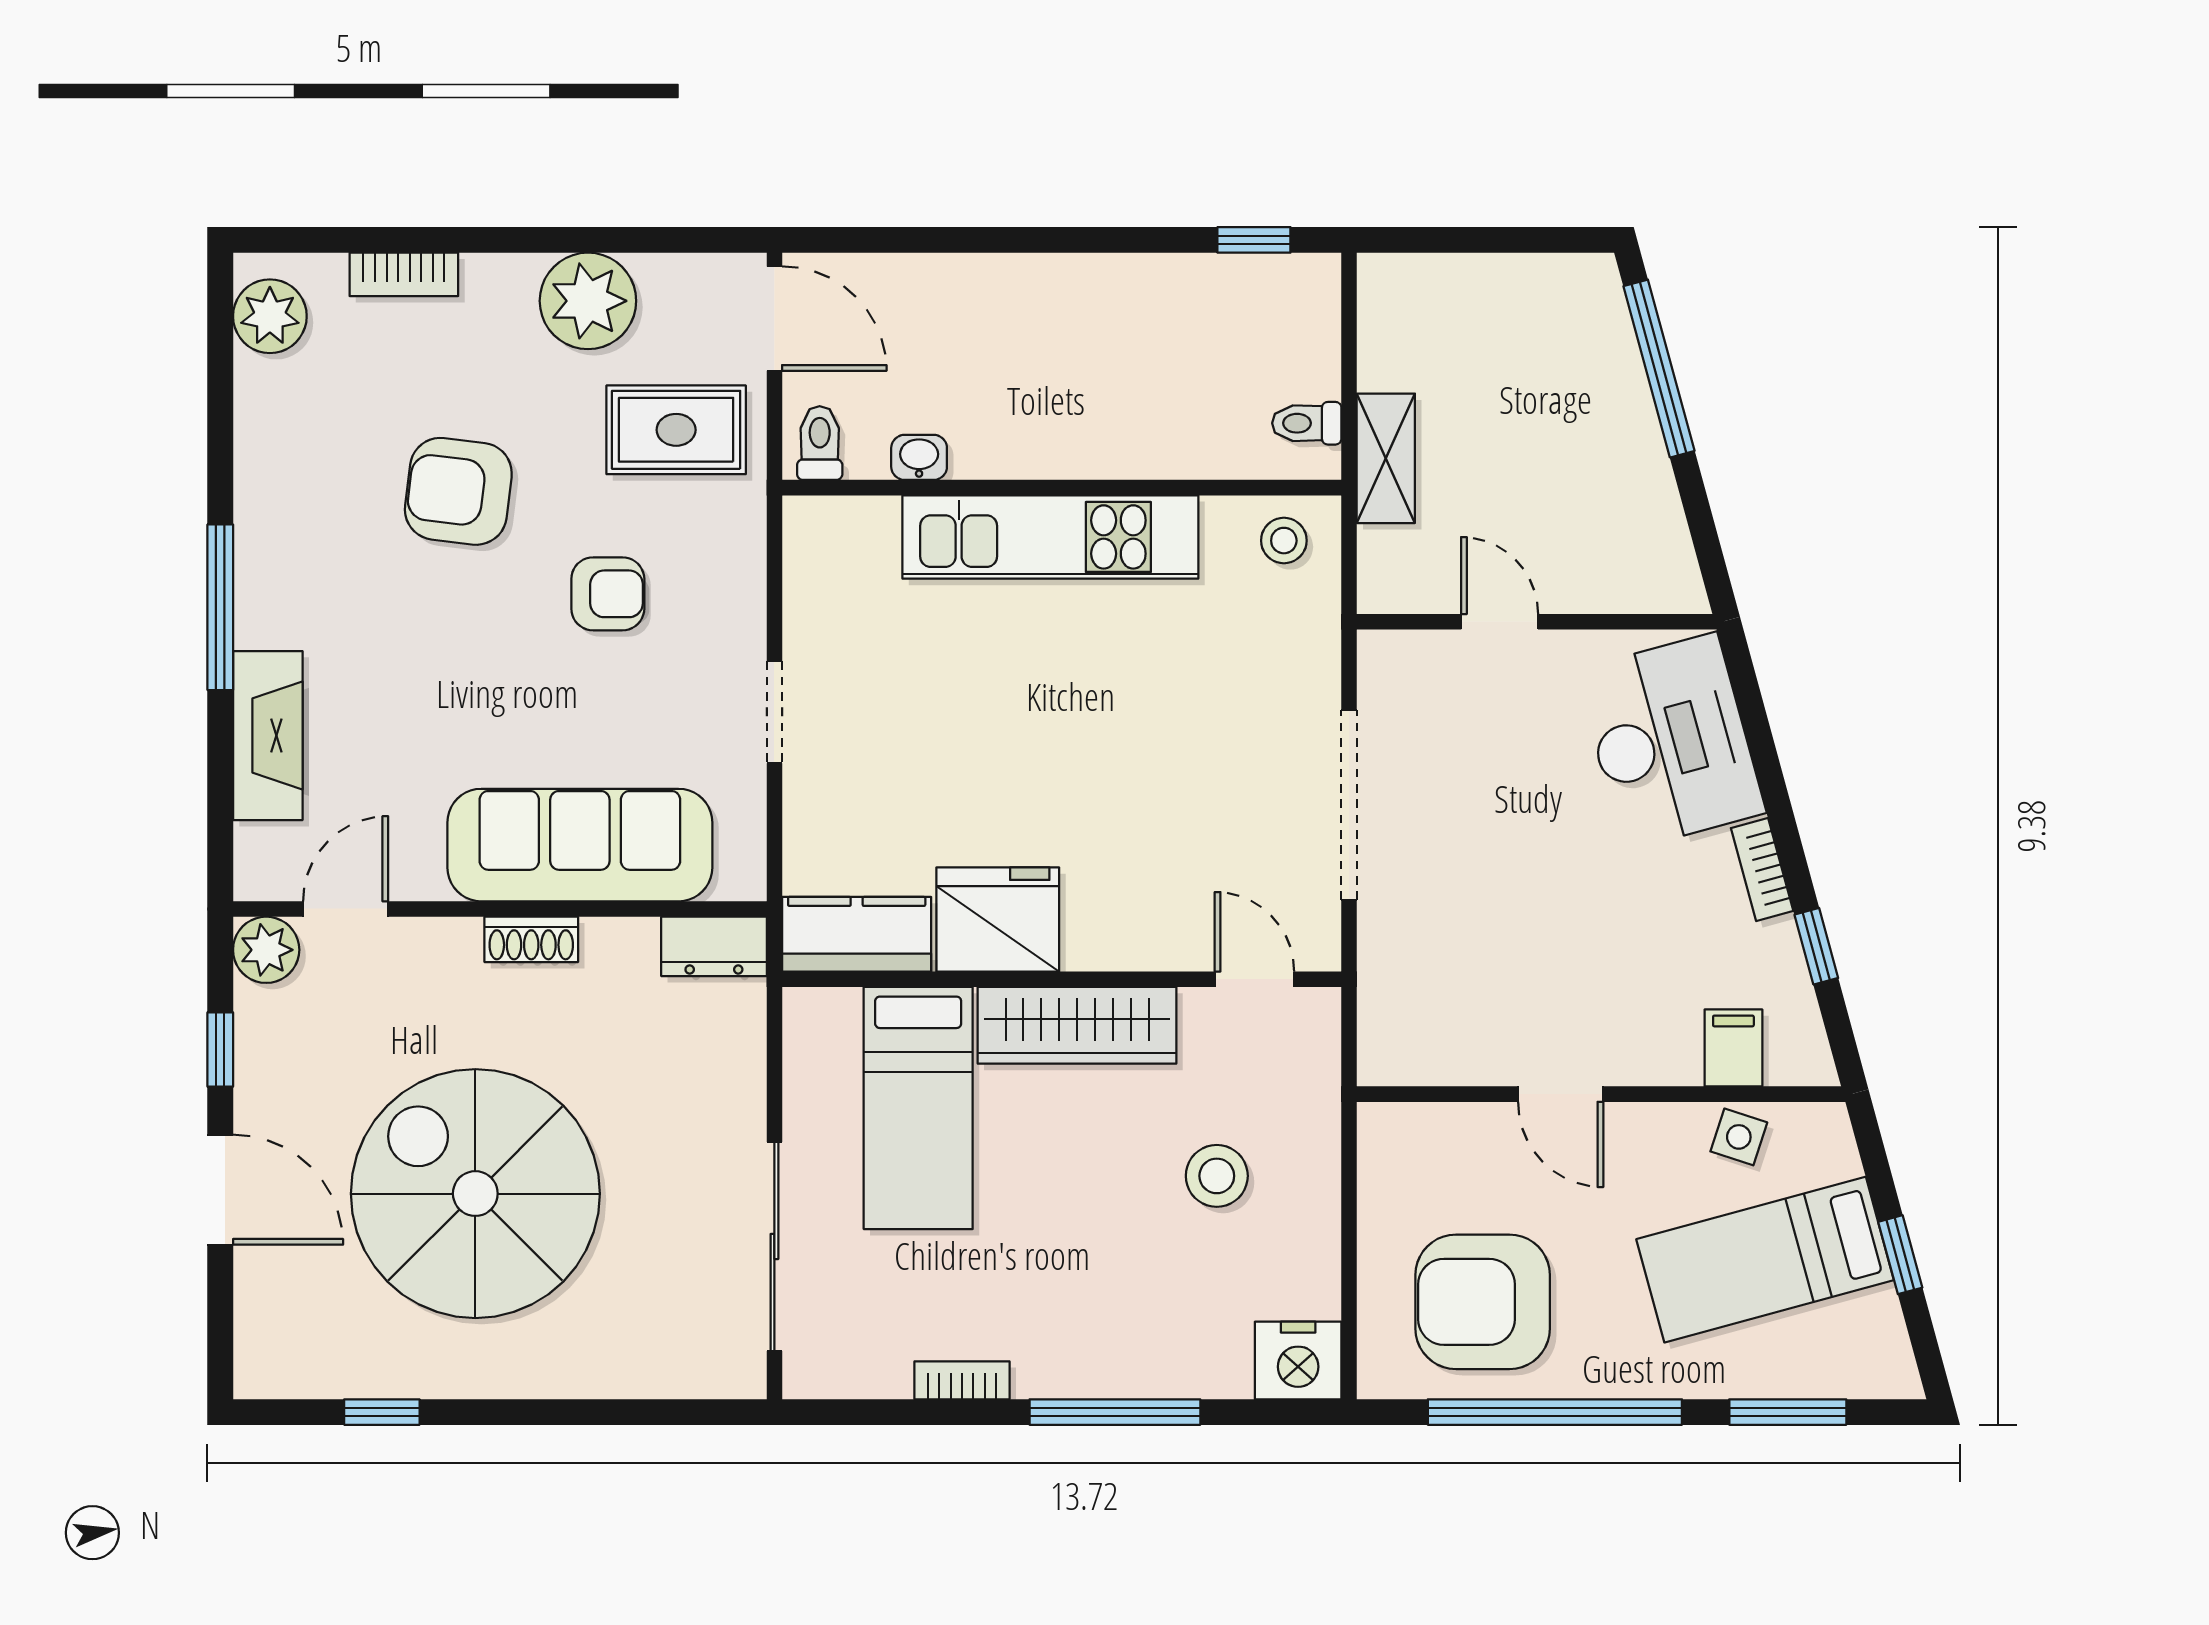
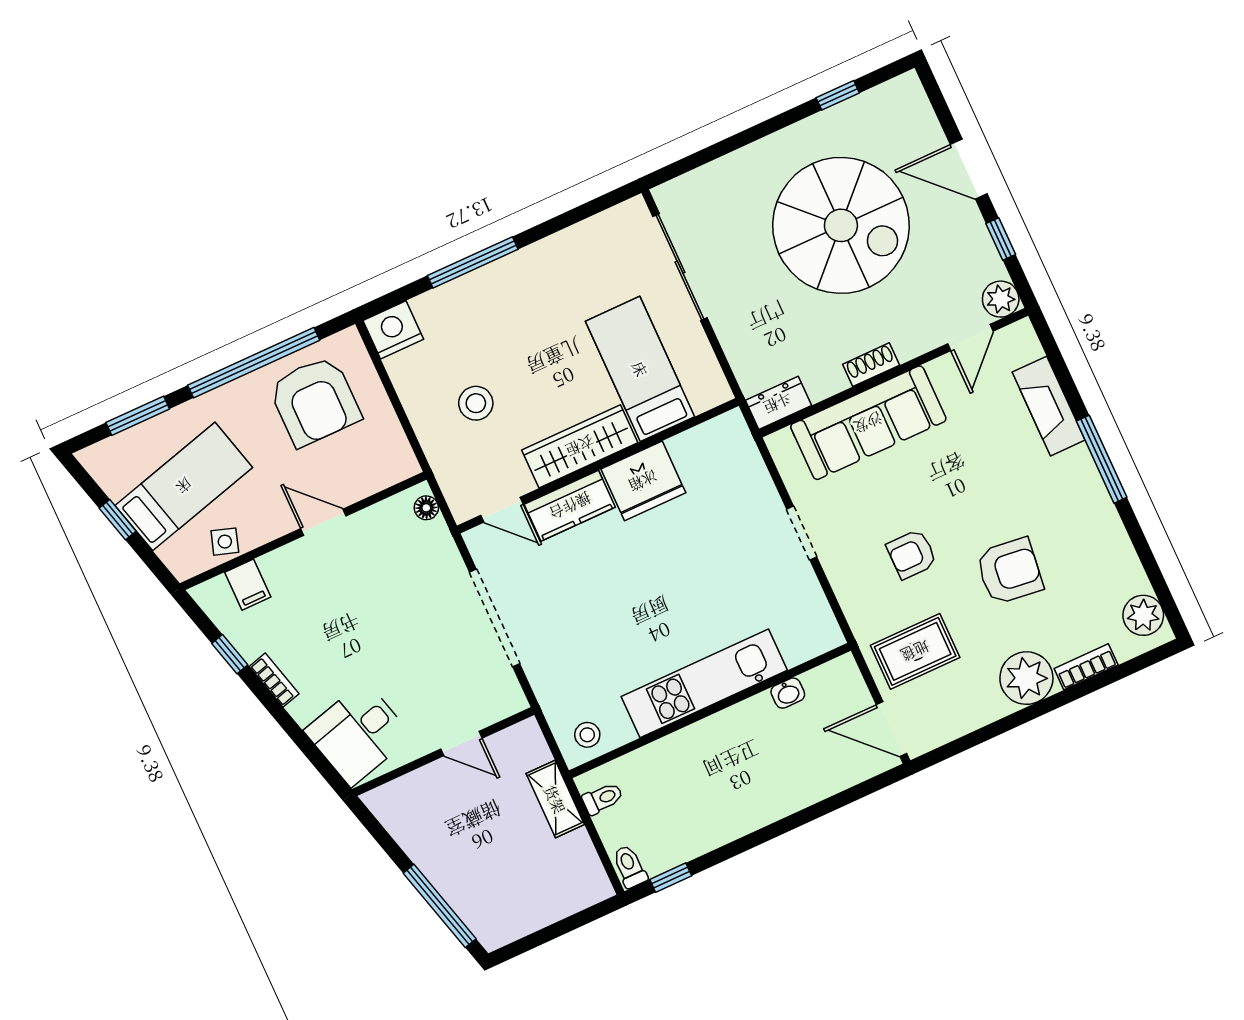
plant: (588, 301) -> (1026, 678), moved
toilet: (820, 443) -> (630, 867), moved, turned 180
desk: (1671, 741) -> (358, 734), width x0.73
kitchen counter: (857, 934) -> (570, 506), moved
floor lamp: (1379, 1040) -> (426, 508), added
armchair: (1483, 1302) -> (315, 401), turned 90
bookcase: (962, 1380) -> (556, 243), removed

